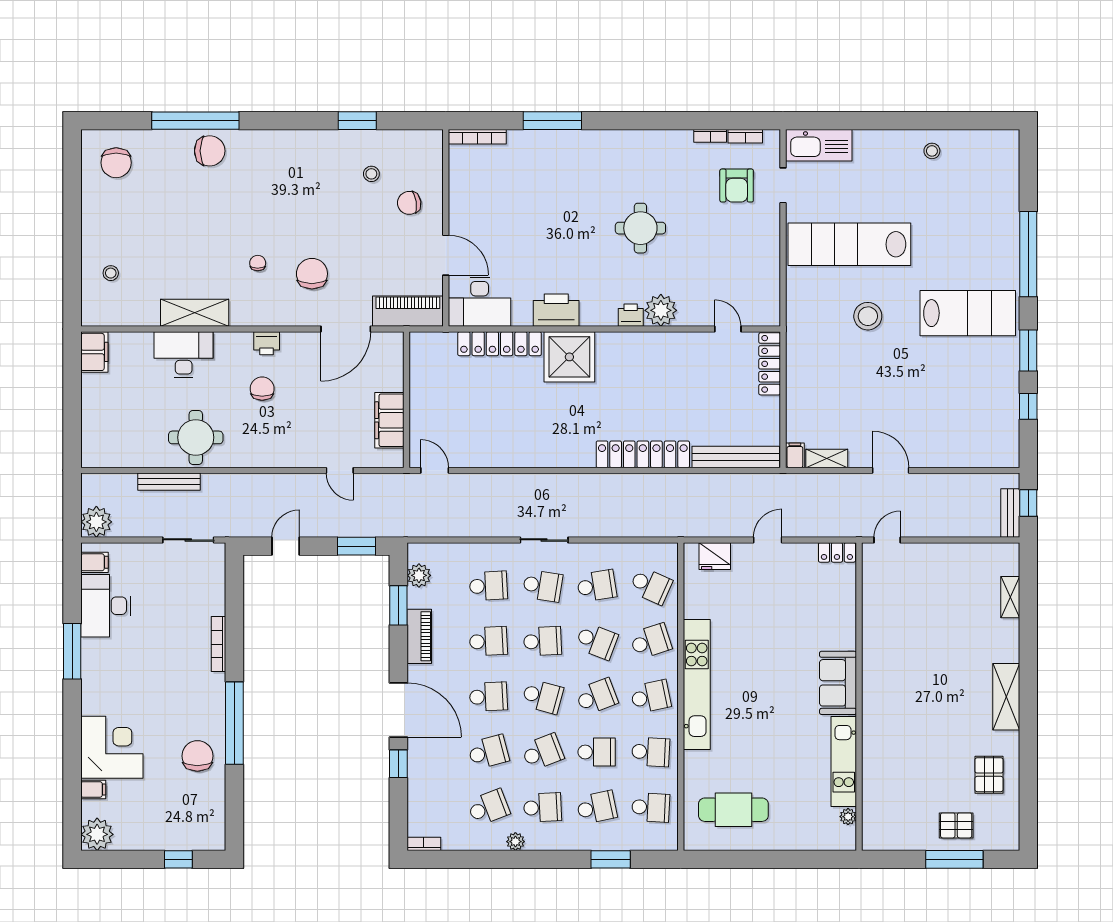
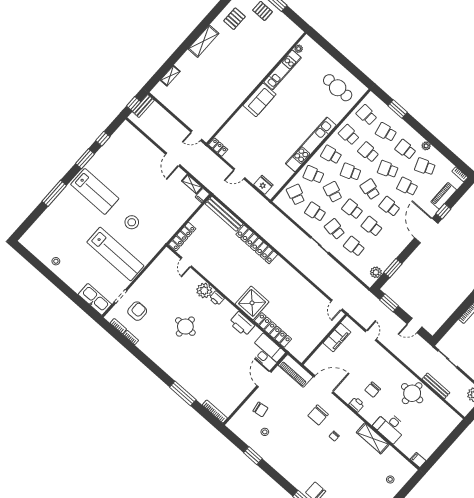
window: (1028, 254) -> (54, 193), width x0.68
lab bench: (968, 313) -> (95, 191), turned 180
filing cabinet: (94, 352) -> (418, 460), width x0.50
piano: (419, 636) -> (444, 196), moved

